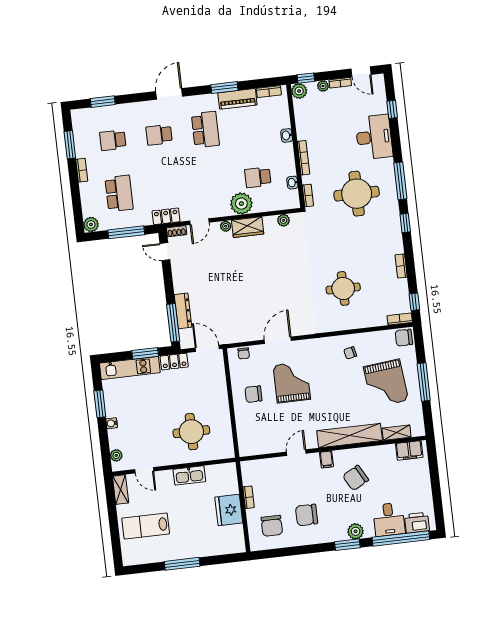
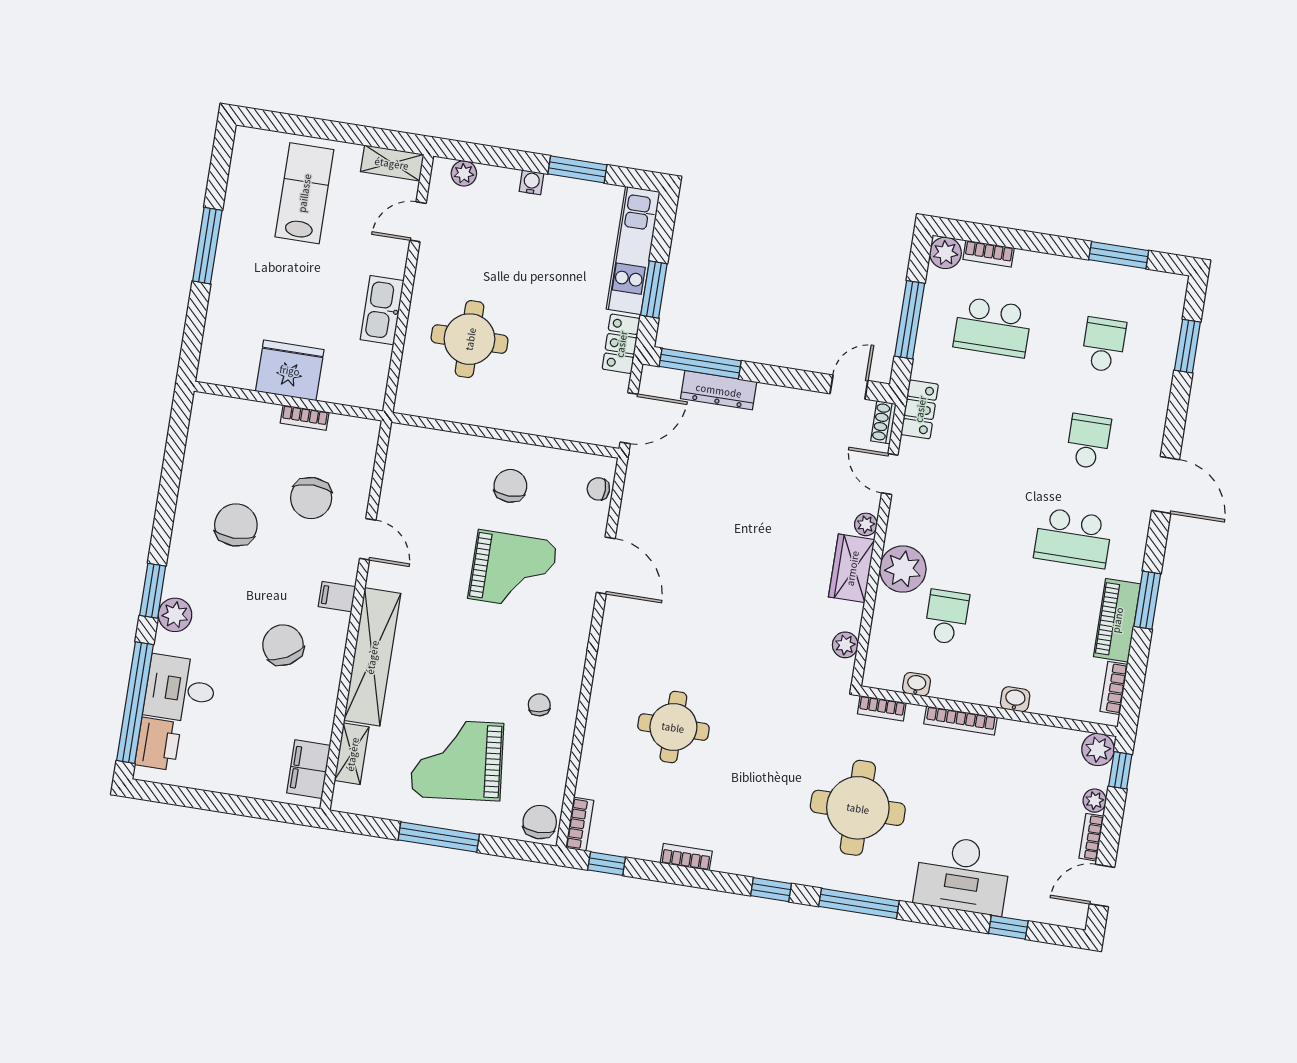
bookcase: (82, 170) -> (989, 254), moved
chair: (272, 526) -> (311, 498), moved, turned -90

